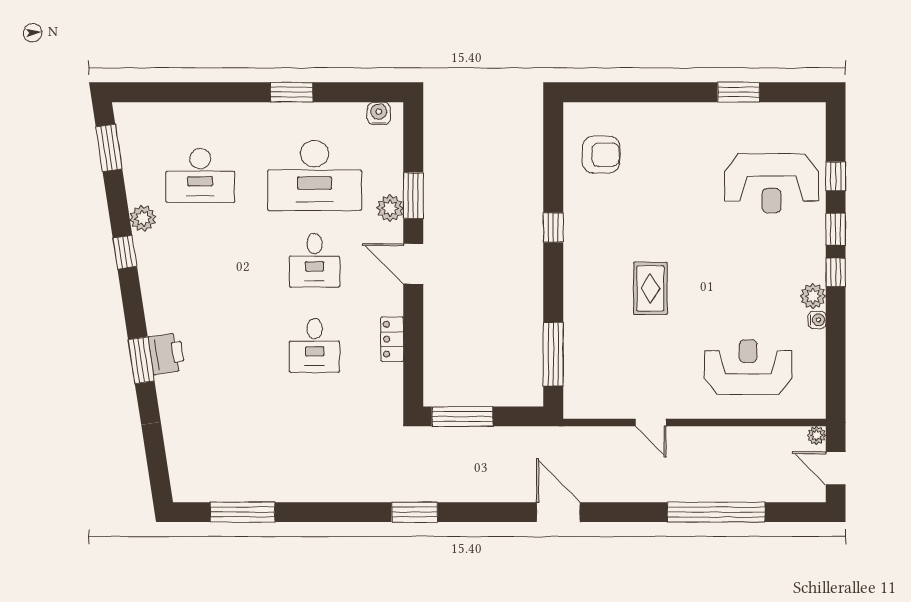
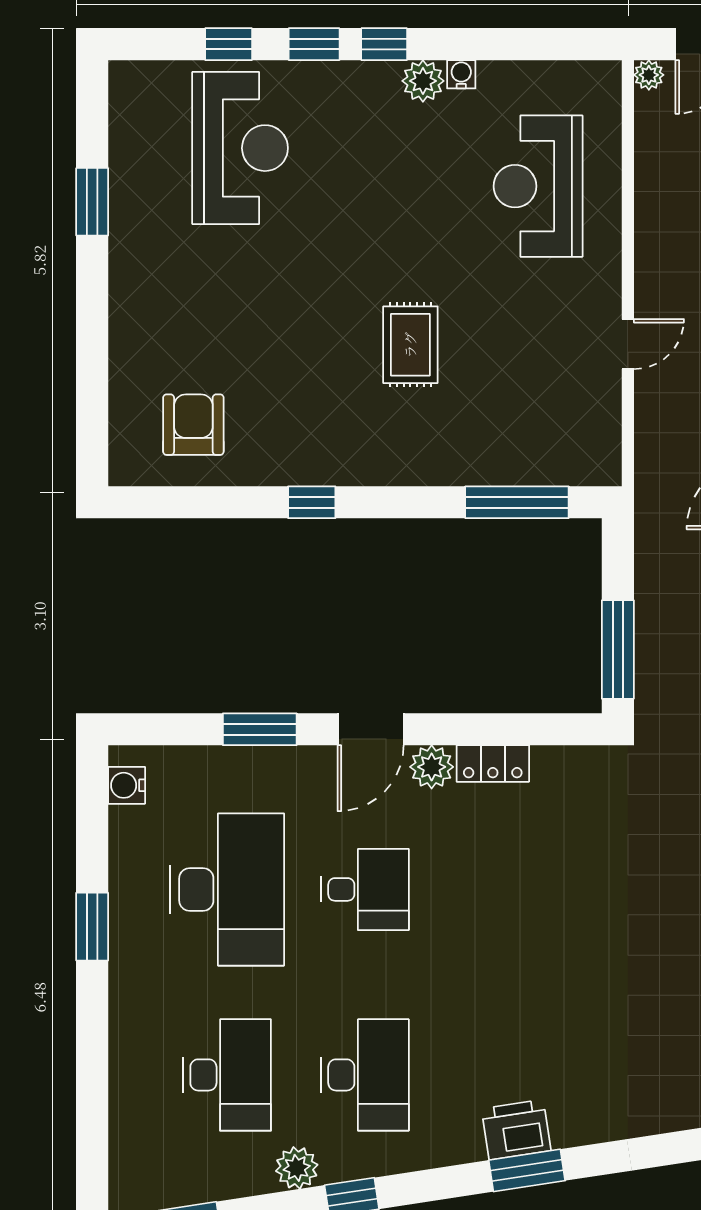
plant: (390, 208) -> (432, 767), moved
rug: (650, 288) -> (410, 345), turned 90
desk: (315, 345) -> (365, 1075), moved, width x1.37

